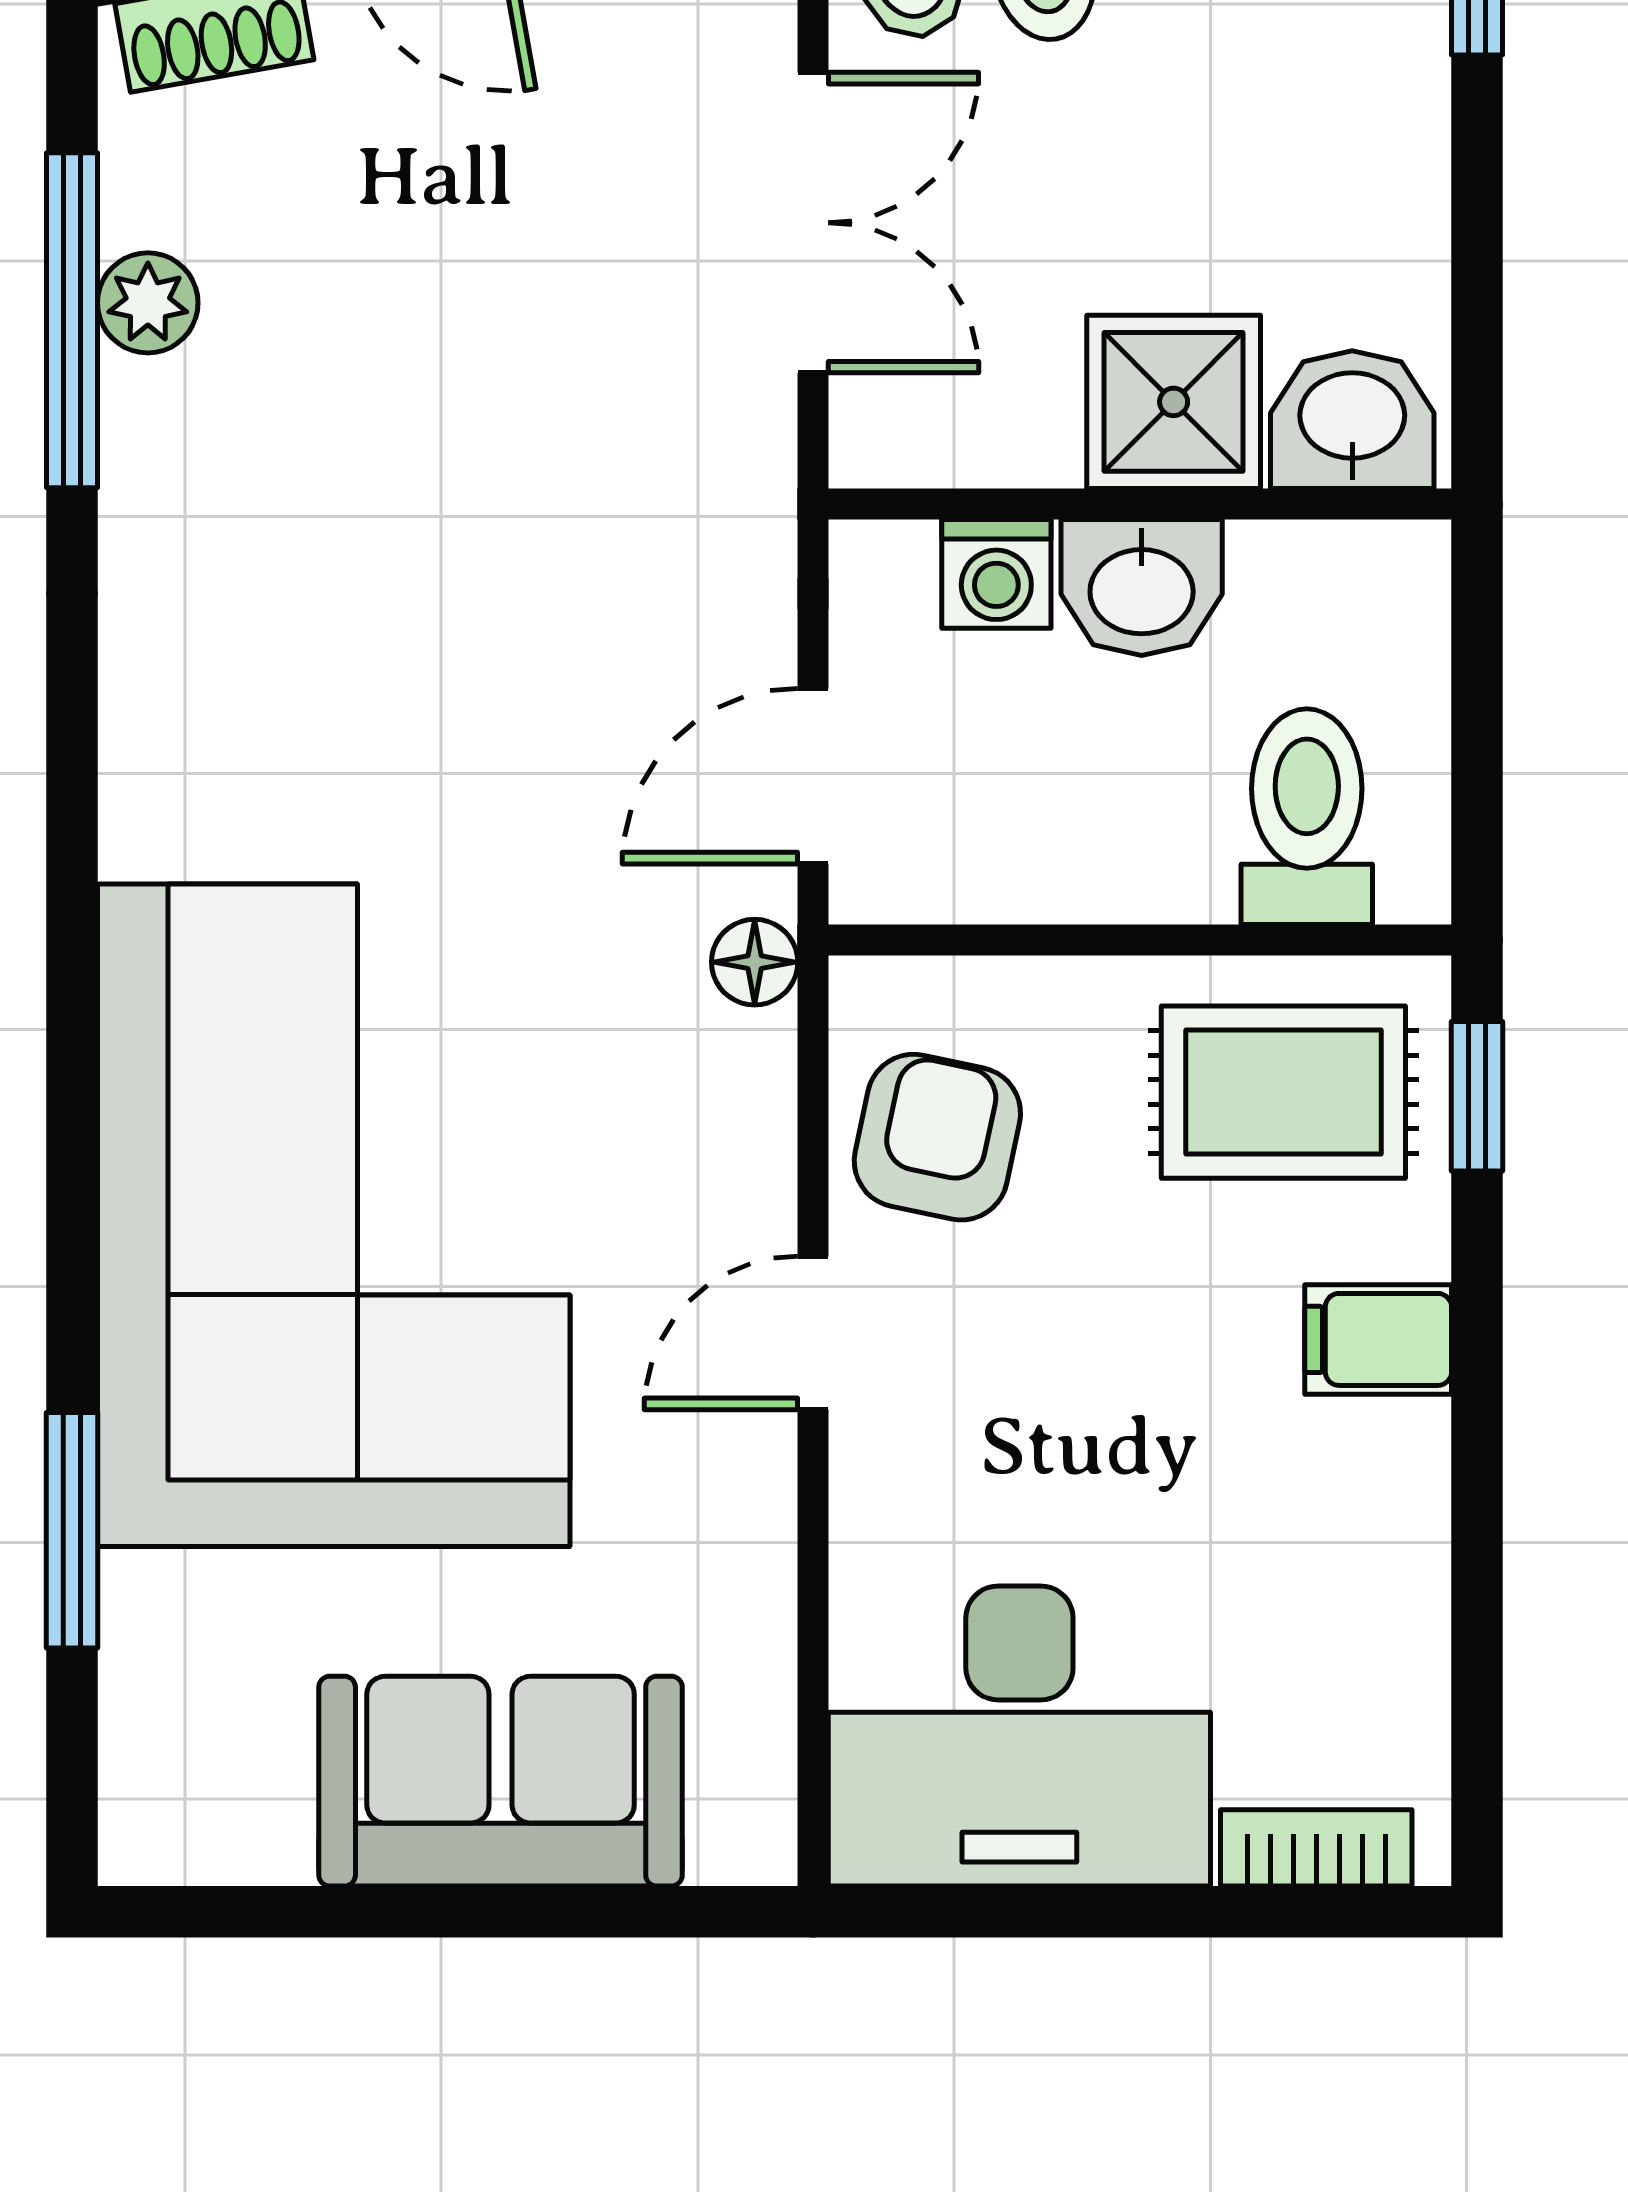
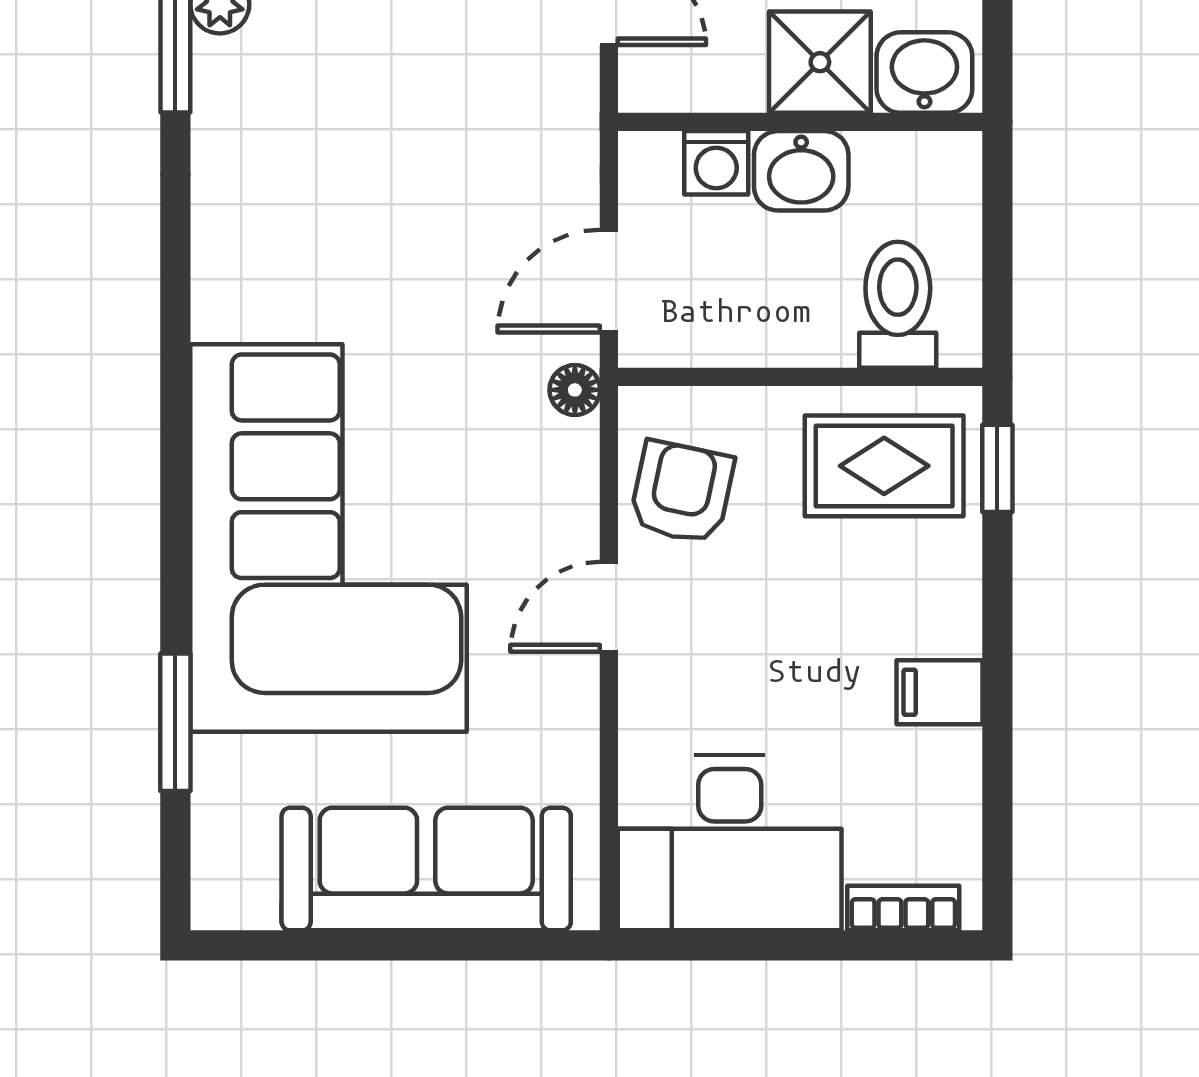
filing cabinet: (1378, 1339) -> (940, 692), moved
sofa: (501, 1781) -> (426, 869), width x1.36

